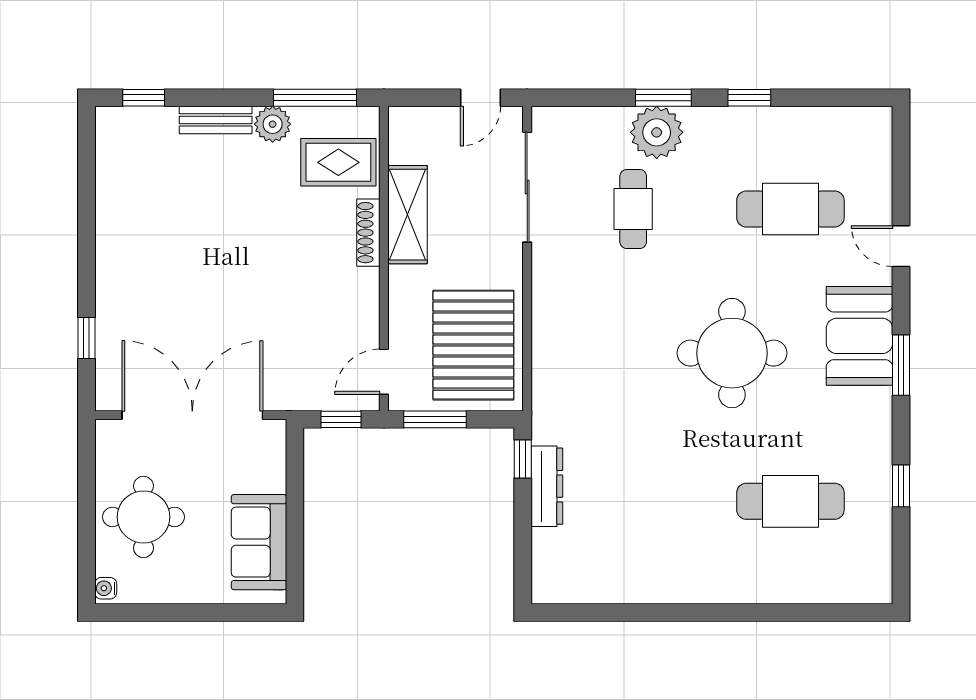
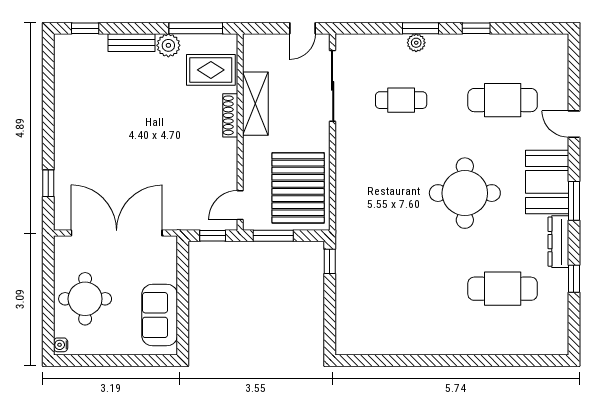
plant: (657, 132) -> (416, 43), width x0.53, depth x0.53
cafe table: (633, 209) -> (401, 100), turned 90
dresser: (547, 486) -> (558, 242), moved, turned 180

